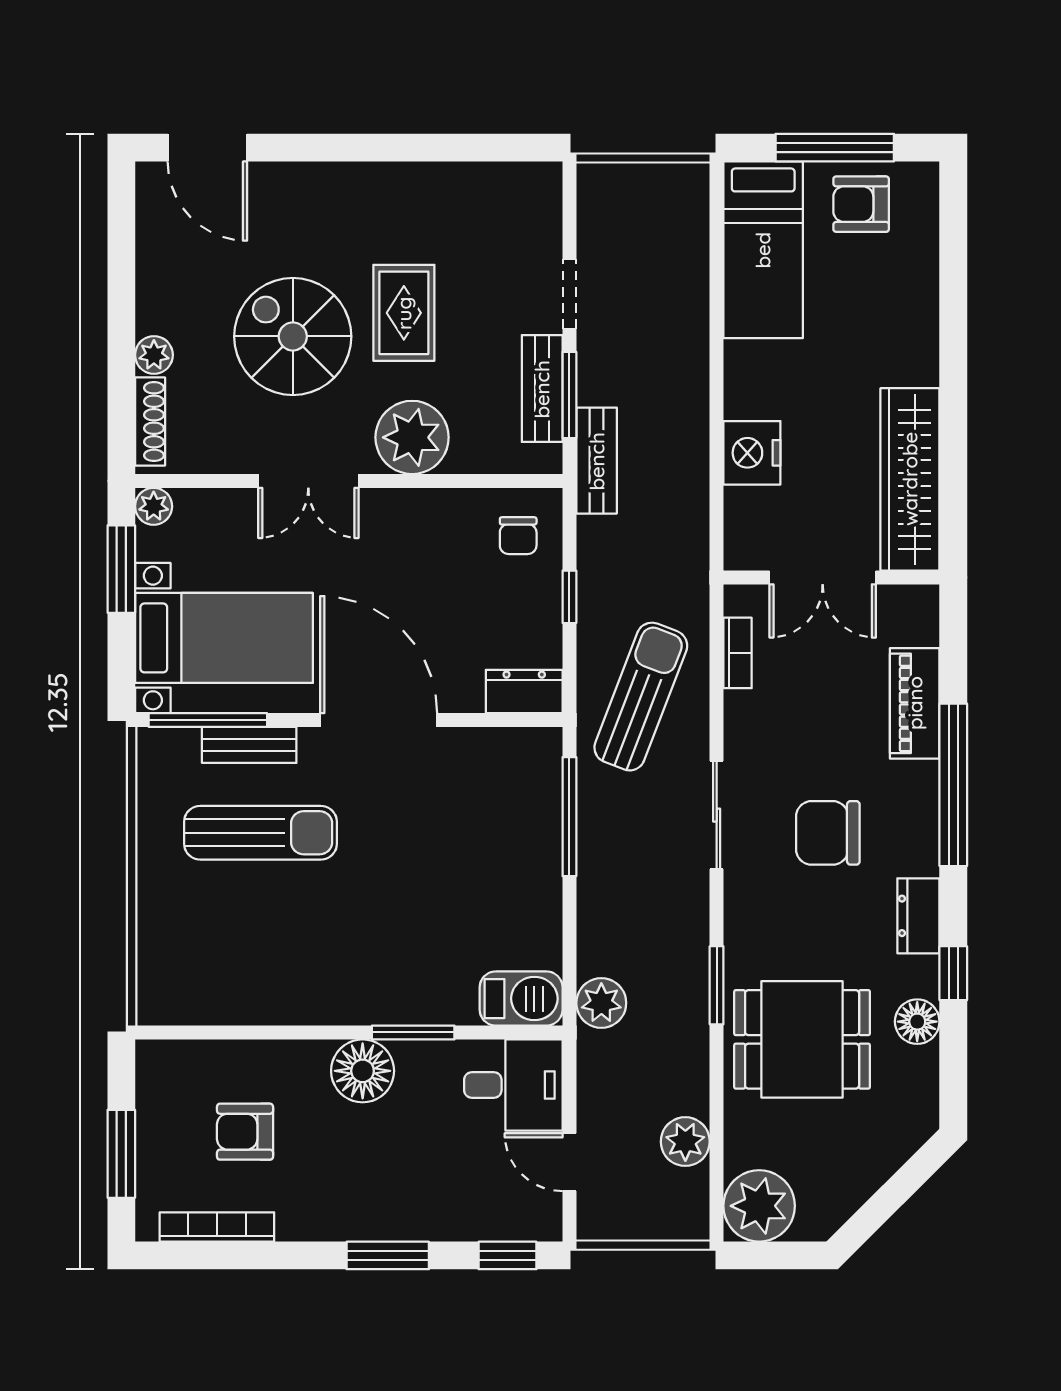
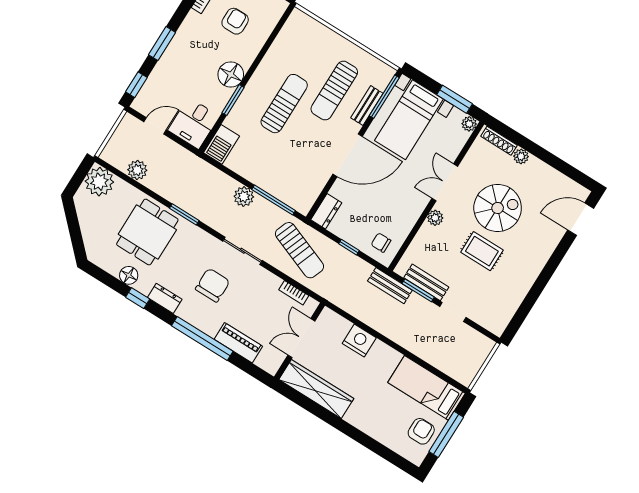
plant: (412, 437) -> (435, 218), width x0.53, depth x0.53
sun lounger: (353, 921) -> (284, 104), added
plant: (601, 1003) -> (244, 197), moved

